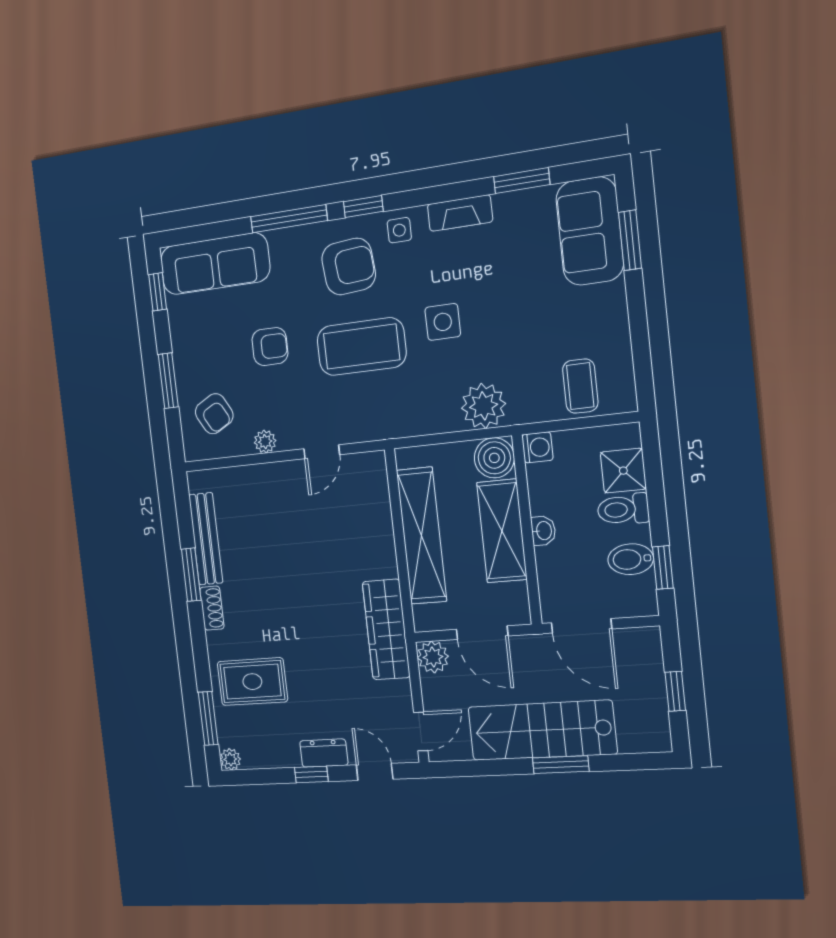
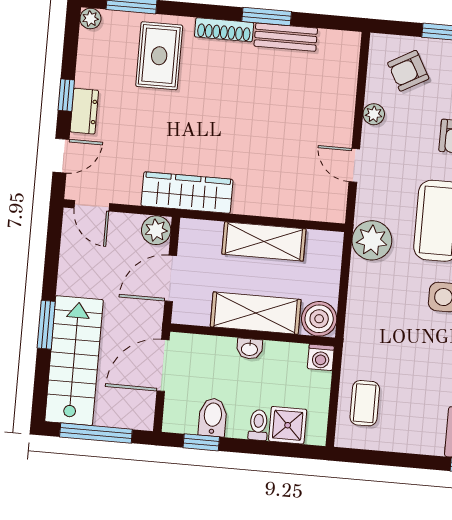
coffee table: (580, 386) -> (365, 403), turned 90
plant: (484, 406) -> (372, 240), moved
toilet: (623, 509) -> (258, 425), width x0.73, depth x0.72
shelving: (422, 536) -> (264, 241), width x0.68
bench: (206, 539) -> (286, 37), width x0.73
shoe rack: (212, 608) -> (224, 30), width x1.43
window: (675, 691) -> (96, 433), width x2.17
stairs: (542, 730) -> (74, 361), moved

